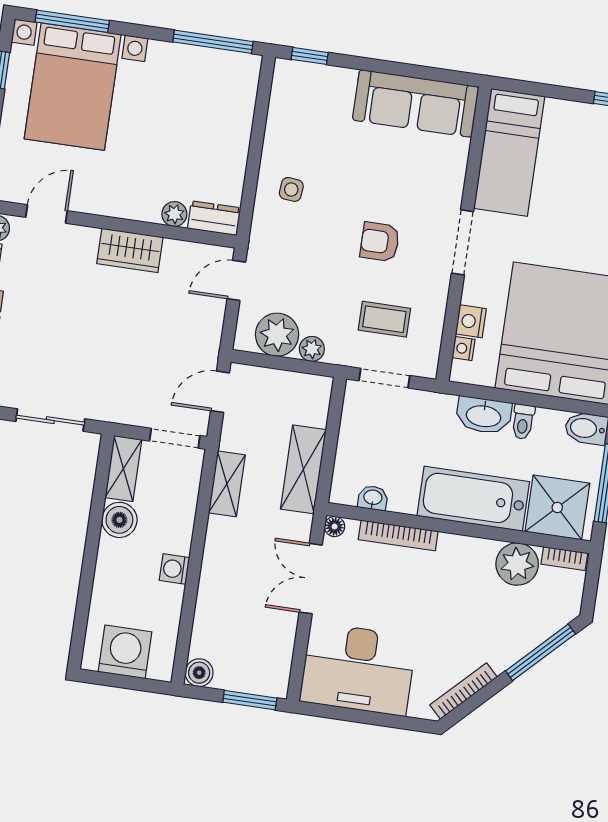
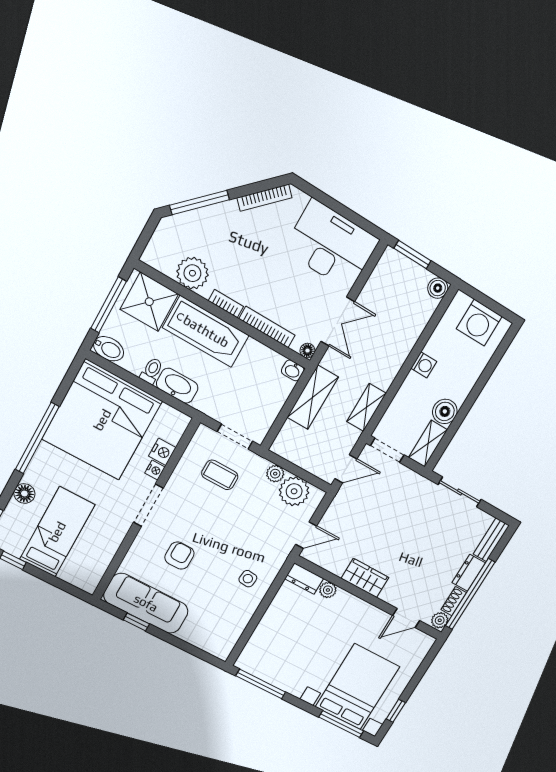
window: (310, 56) -> (136, 622), moved
bed: (509, 152) -> (57, 532), moved
armchair: (380, 242) -> (179, 556), moved, turned -90
nightstand: (463, 348) -> (155, 470), moved
washbasin: (373, 498) -> (293, 370), moved
bookcase: (564, 559) -> (226, 304), moved

